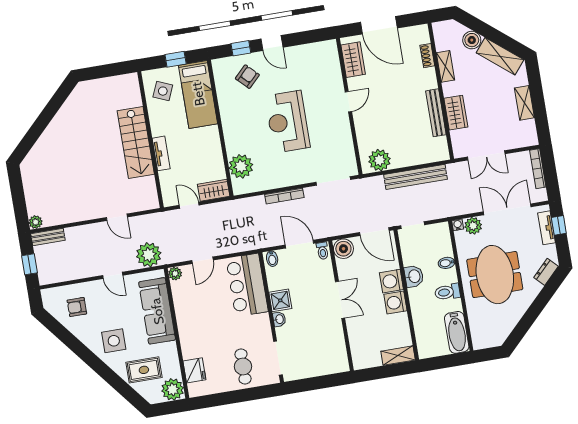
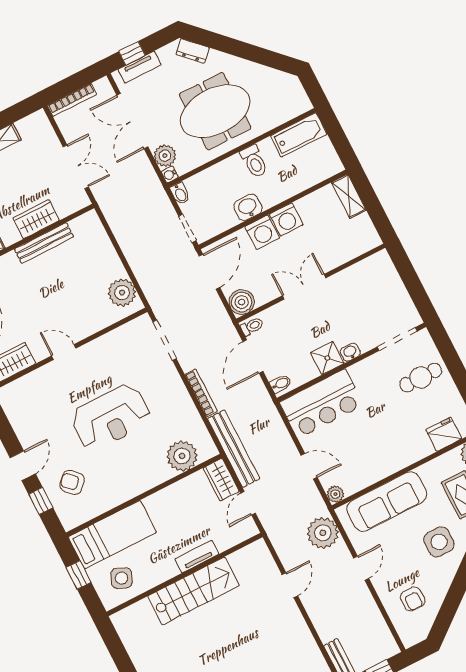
bench: (415, 177) -> (234, 449), moved
bidet: (447, 263) -> (180, 194), moved

